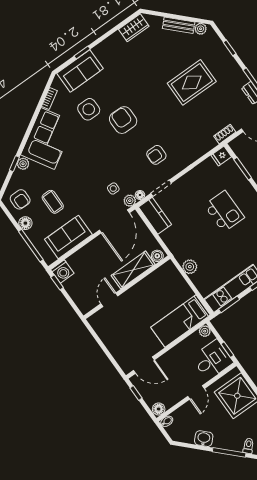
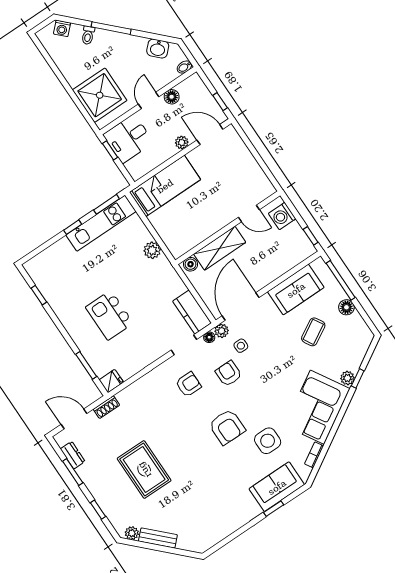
wardrobe: (134, 28) -> (211, 536), removed
rug: (192, 82) -> (144, 470), turned 90
armchair: (20, 199) -> (228, 373), moved
coffee table: (53, 202) -> (313, 332), turned 60
washing machine: (62, 271) -> (282, 216), moved, turned -90
door: (109, 300) -> (249, 214), hinge flipped
plant: (205, 331) -> (182, 142), moved
floor lamp: (159, 409) -> (172, 97), moved
washbasin: (204, 439) -> (158, 49), moved

